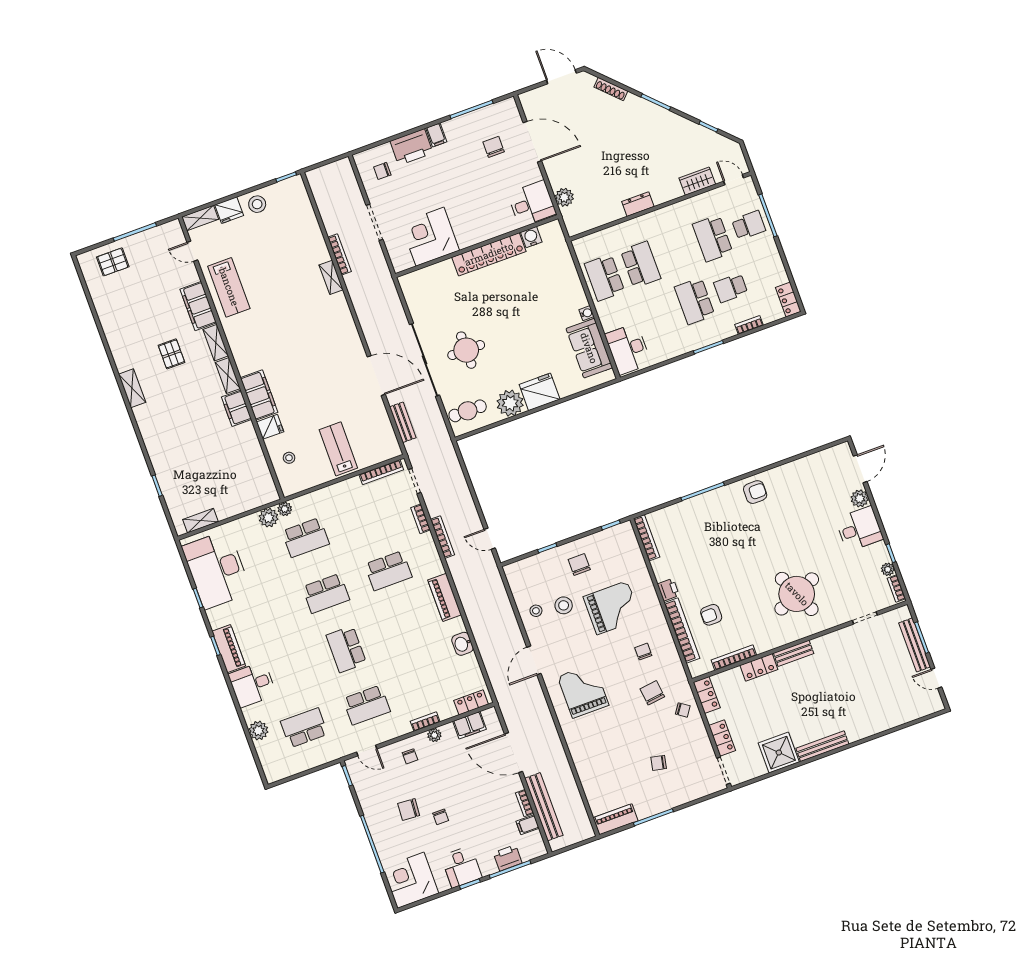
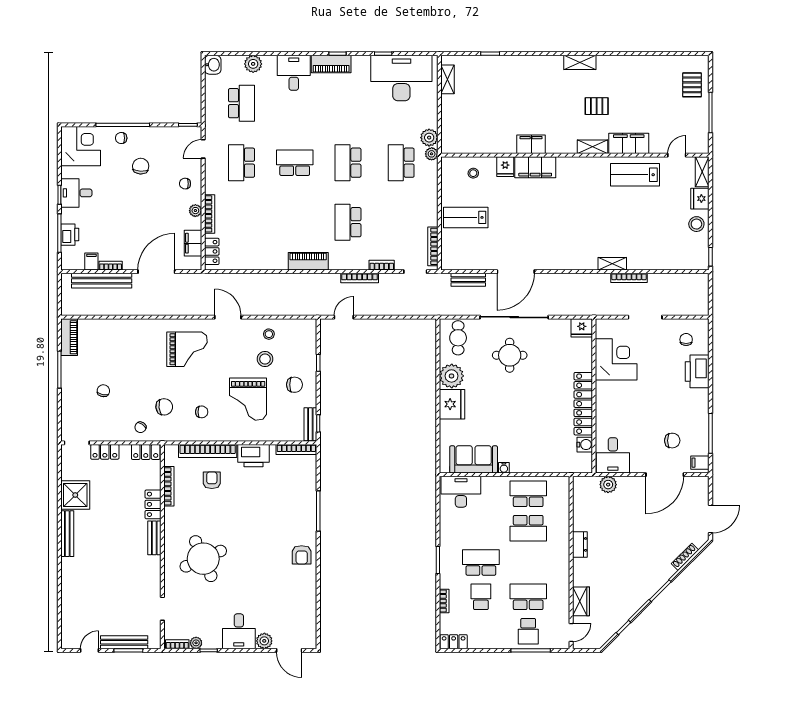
filing cabinet: (436, 135) -> (700, 463), moved
fridge: (410, 285) -> (582, 328), added
shelving: (228, 375) -> (561, 147), removed
lab bench: (338, 449) -> (466, 217), turned 180
bench: (615, 533) -> (310, 424), added
printer: (668, 590) -> (253, 456), width x1.87, depth x1.48
washbasin: (462, 644) -> (213, 65), moved, turned 90
bookcase: (425, 722) -> (210, 214), width x1.56
chair: (441, 817) -> (121, 138), moved

